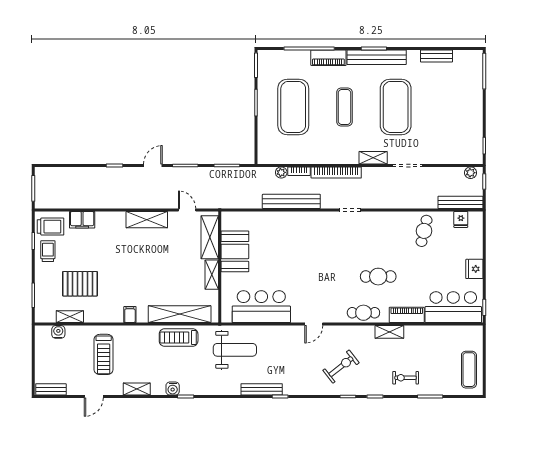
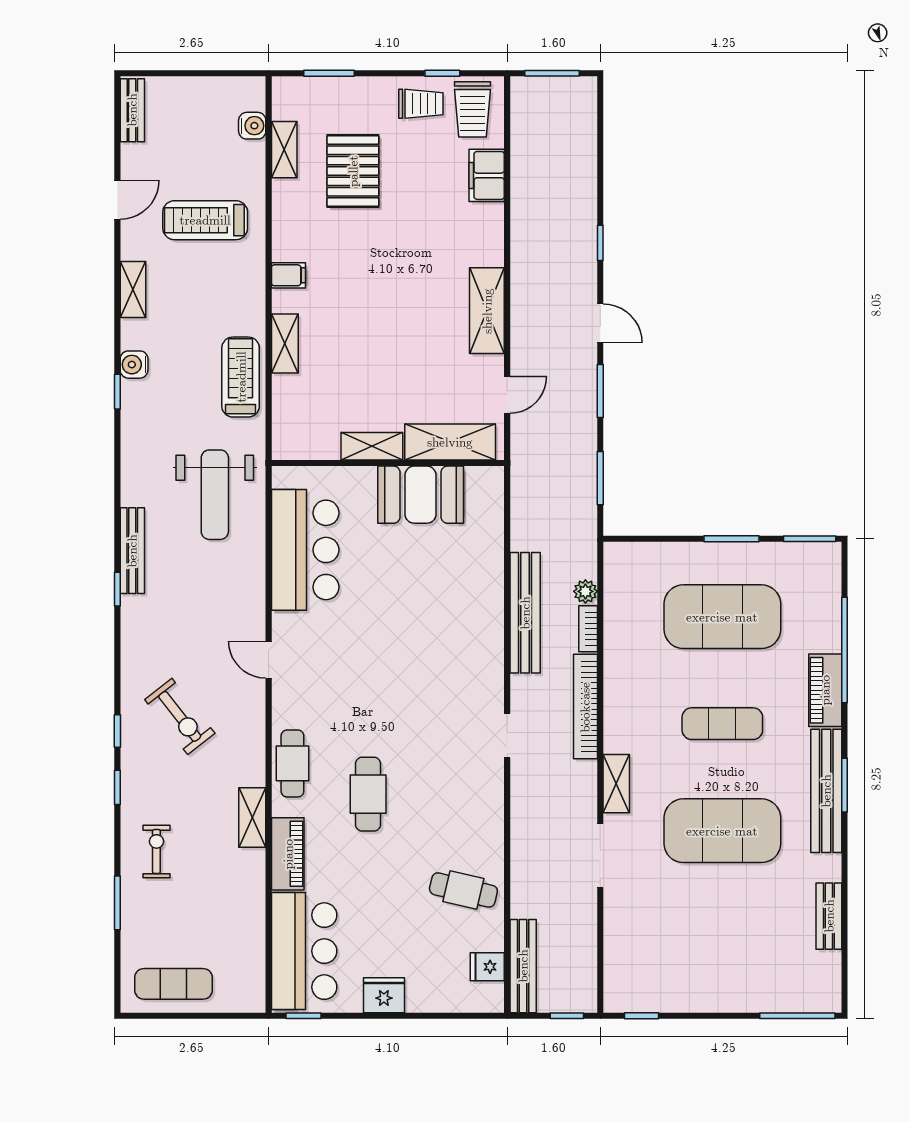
plant: (471, 173) -> (585, 987), removed
shelving: (180, 314) -> (285, 343), width x0.45, depth x0.75
door: (94, 396) -> (117, 200), swing flipped

